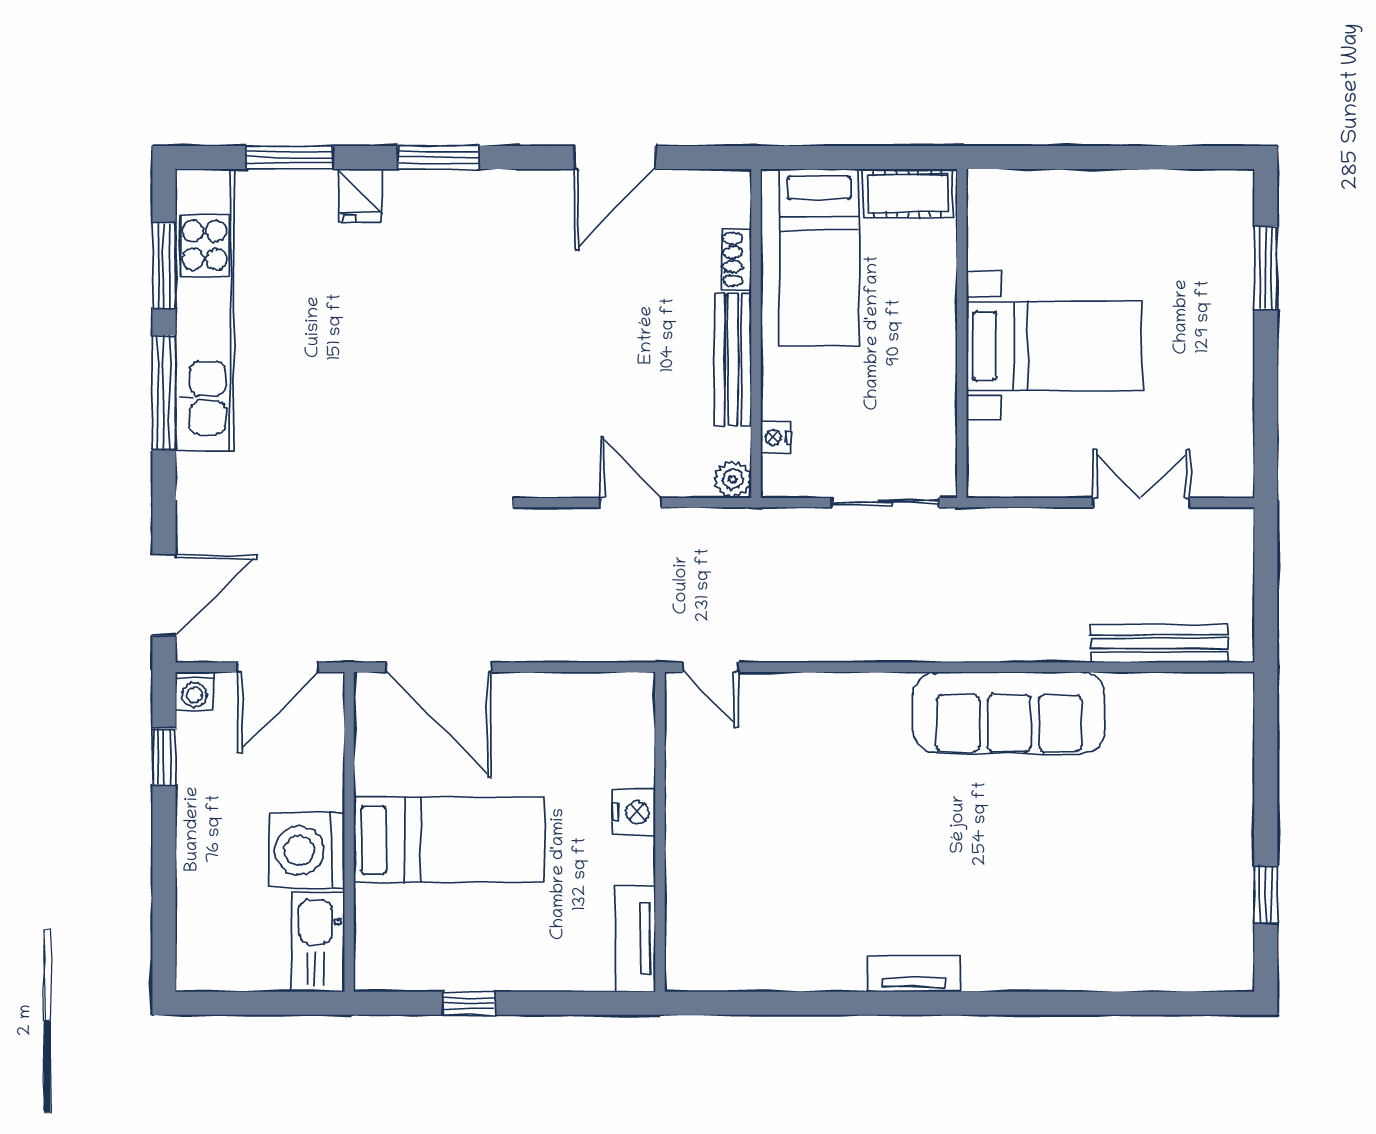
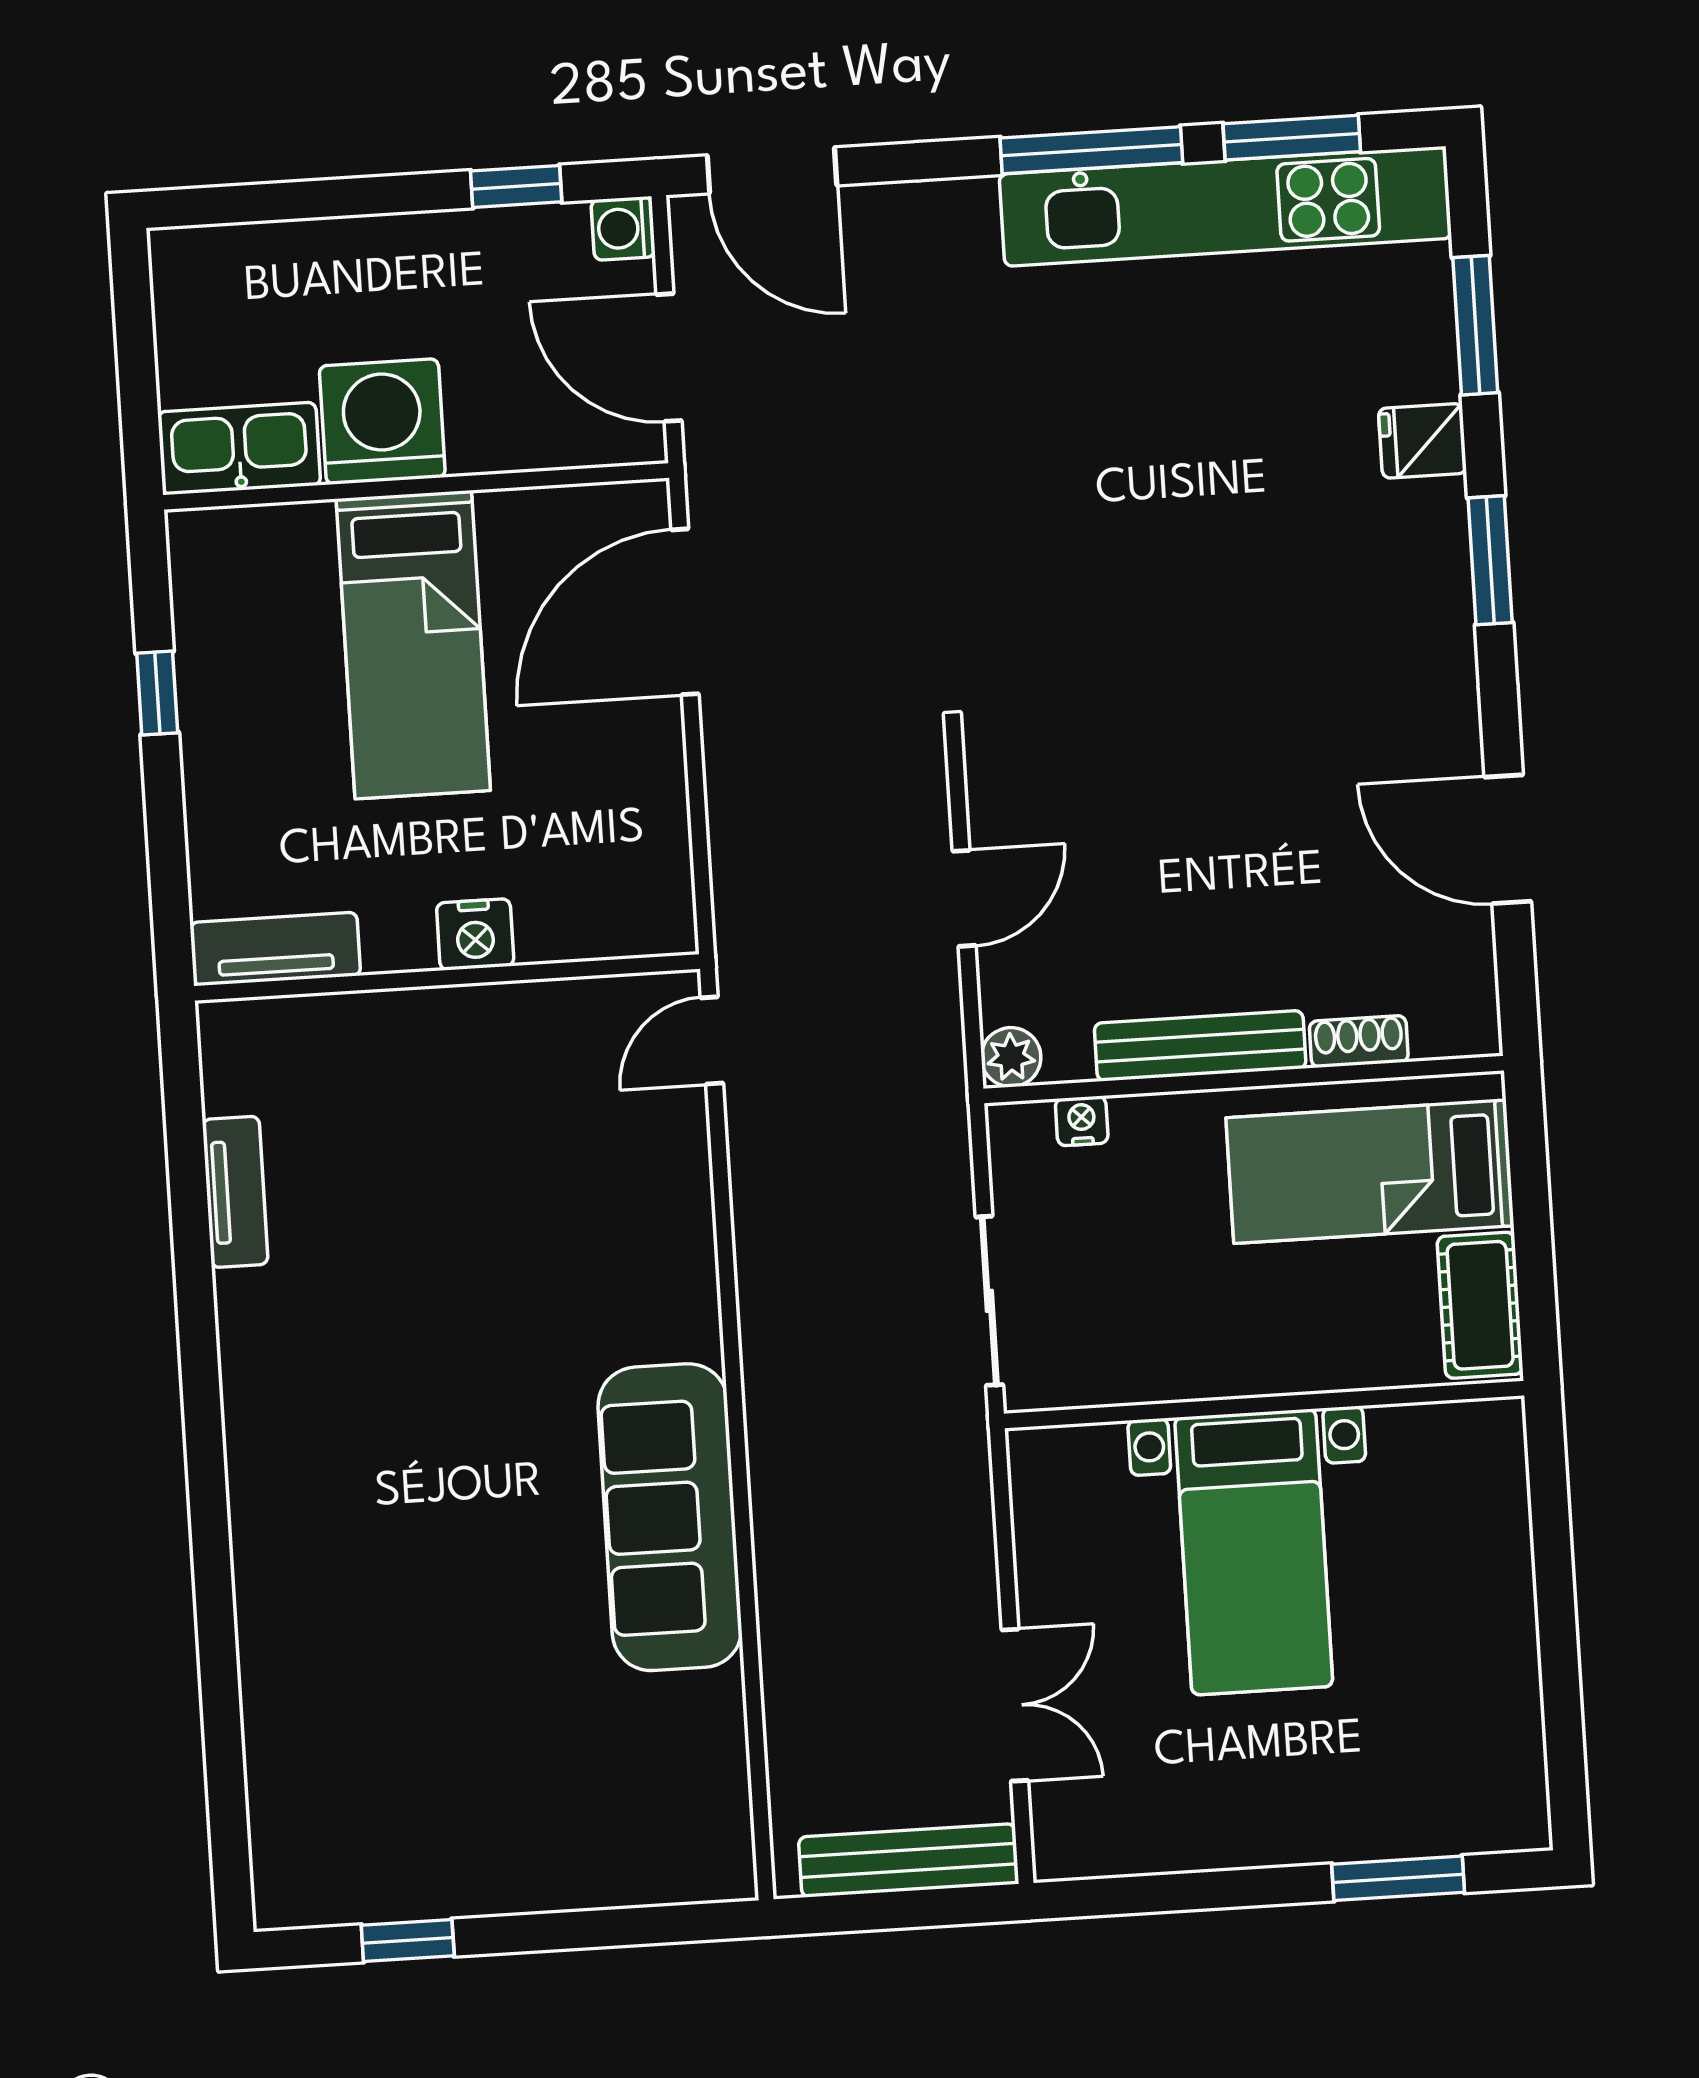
bench: (1159, 643) -> (909, 1860), moved, turned 90
tv unit: (913, 974) -> (235, 1192), moved

